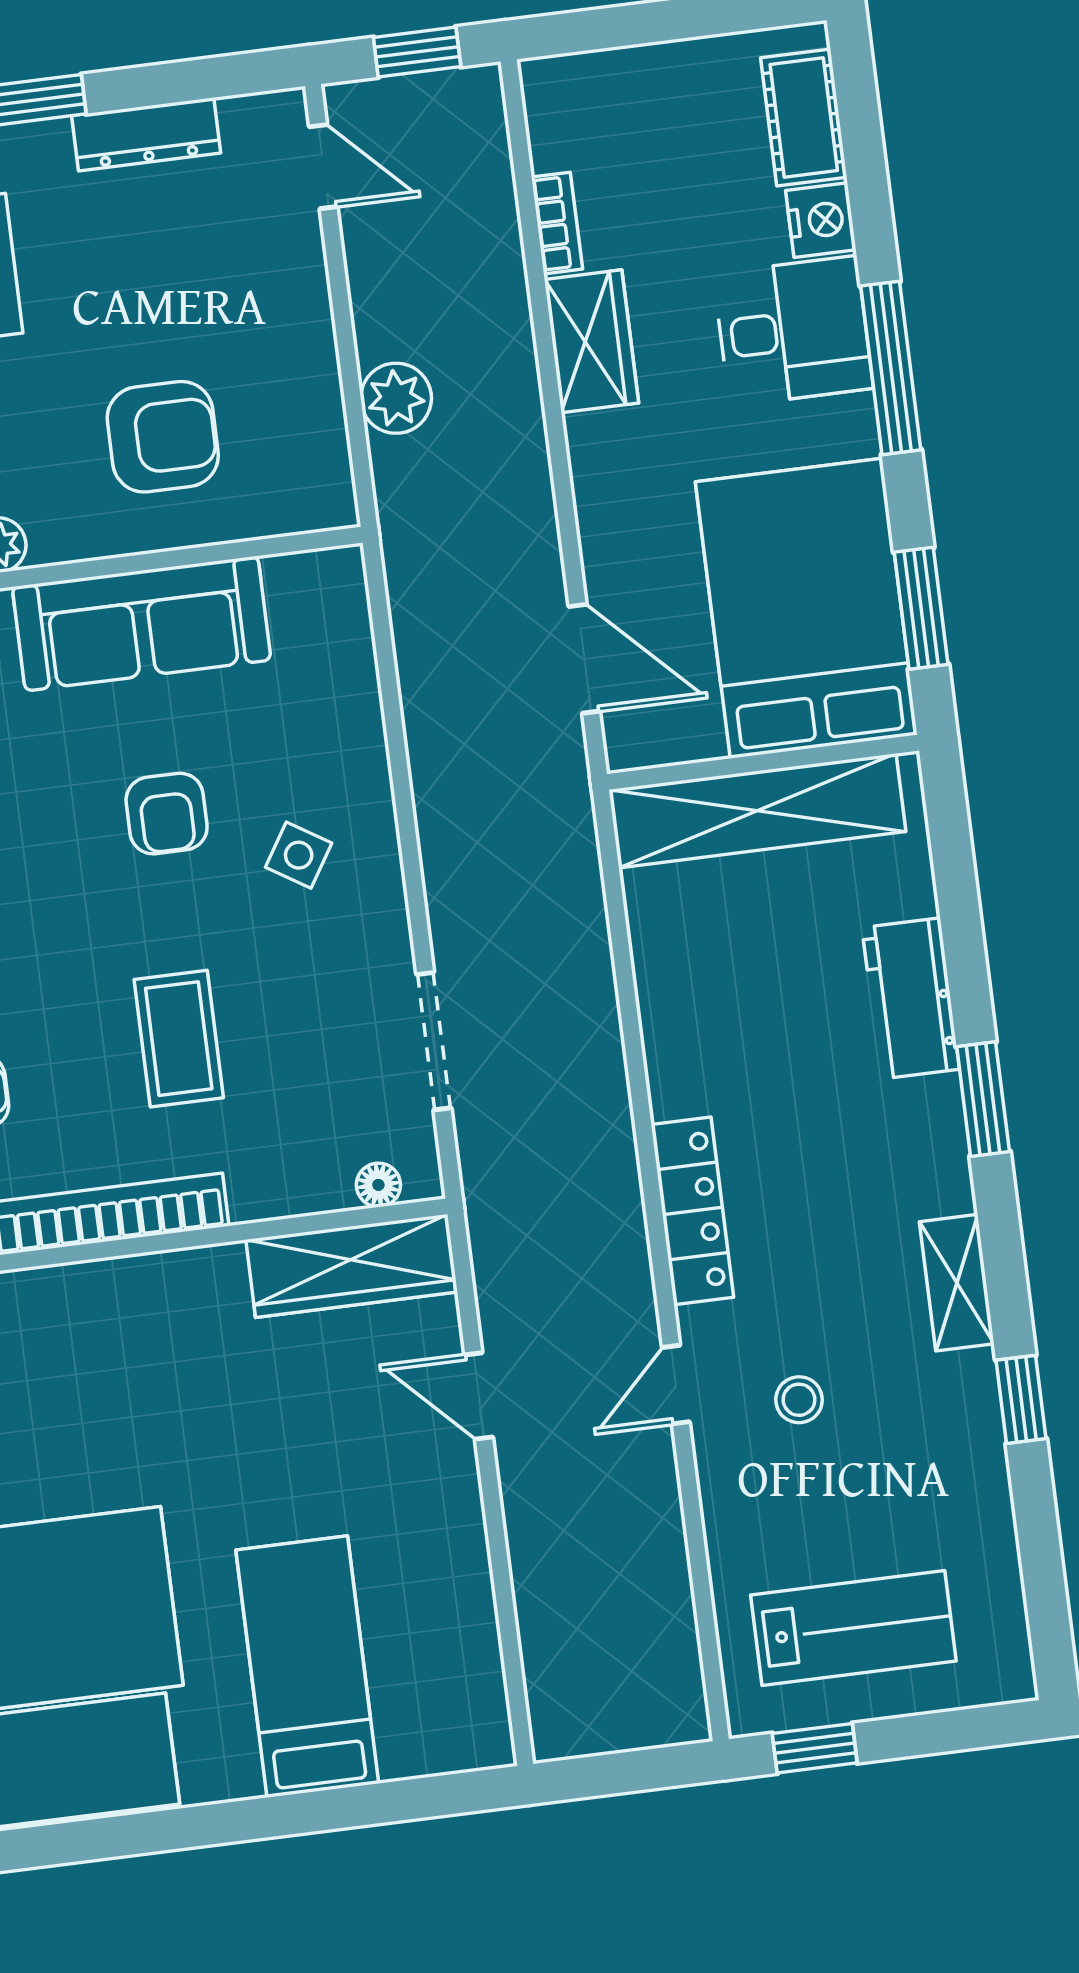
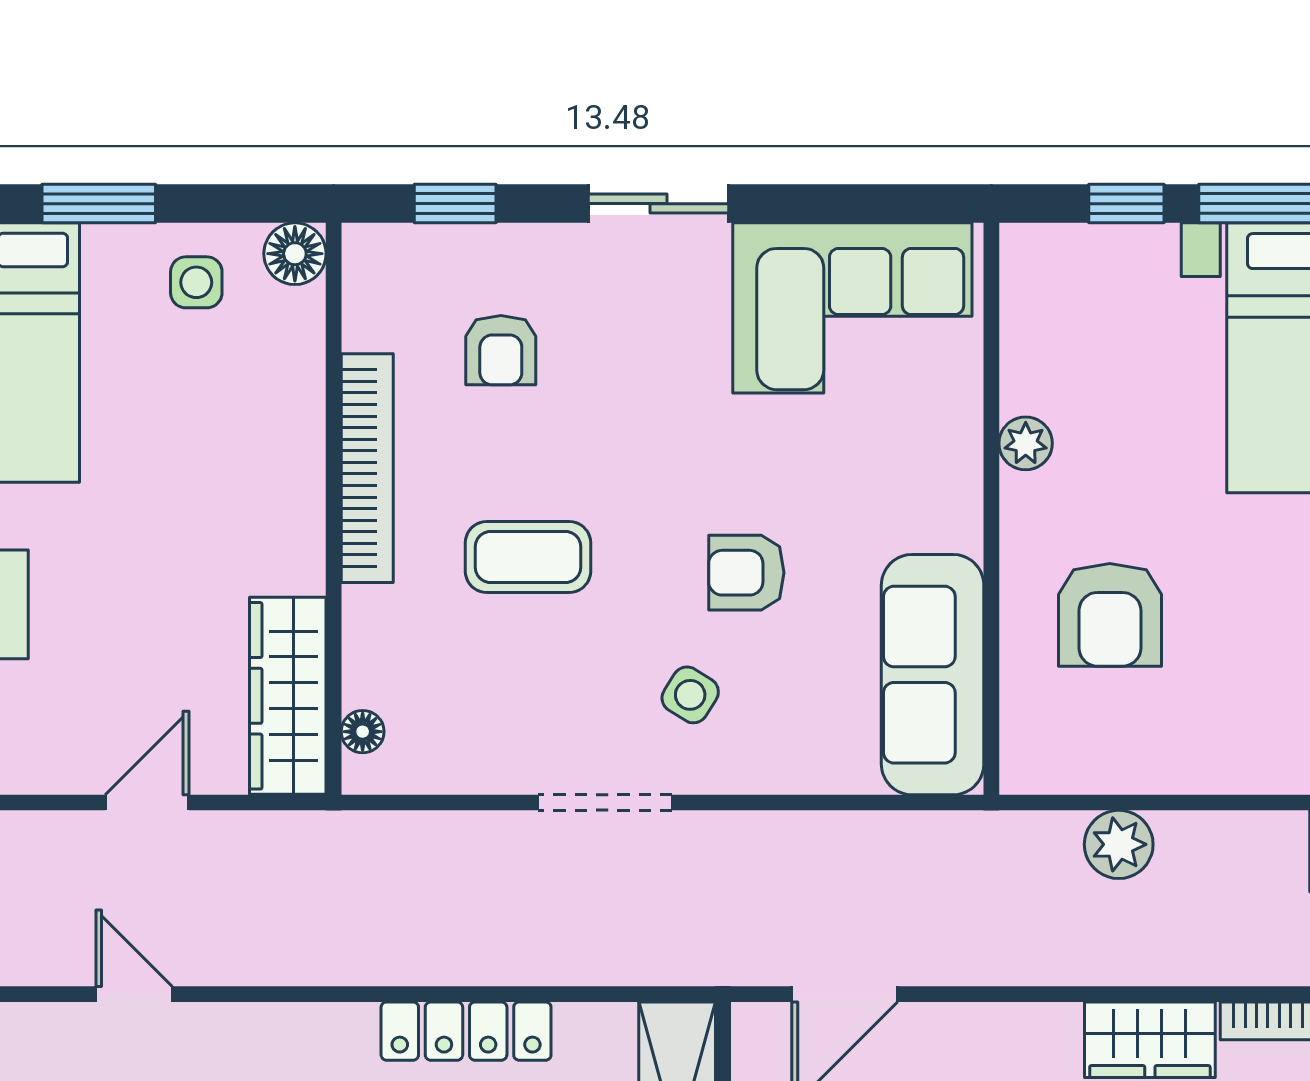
sofa: (142, 623) -> (933, 675), moved
doorway: (434, 1041) -> (605, 803), moved
locker: (692, 1211) -> (466, 1031), moved

